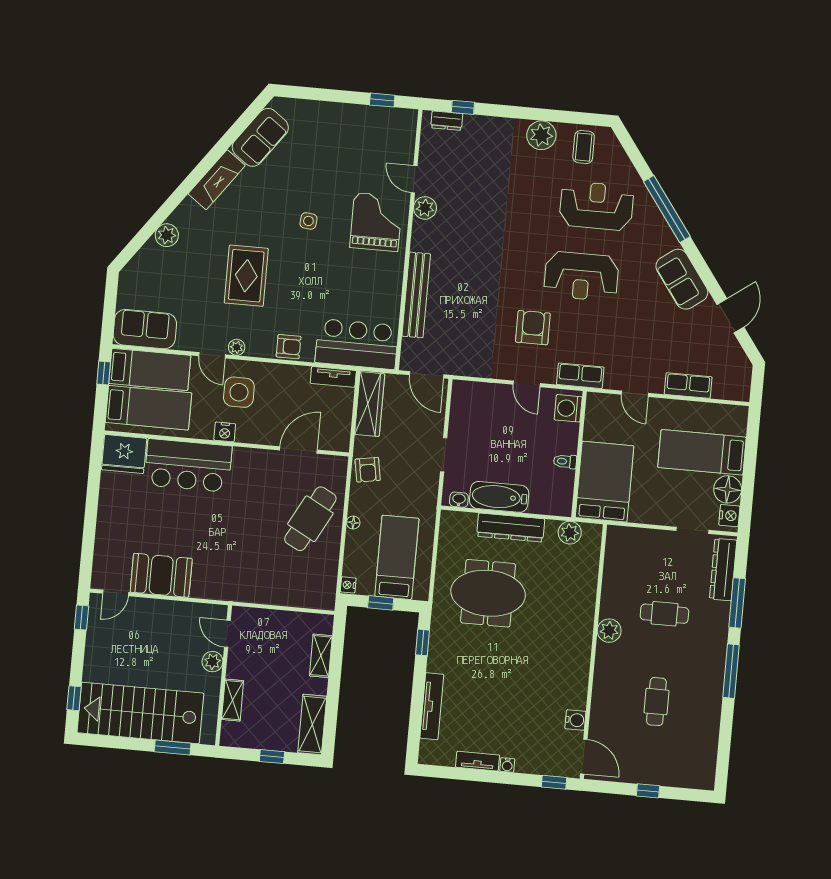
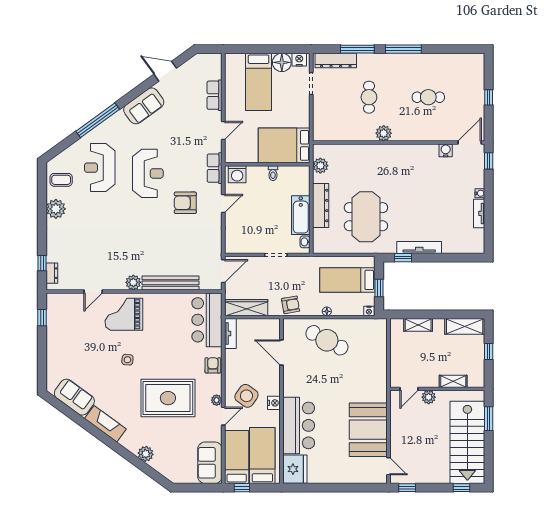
plant: (425, 208) -> (133, 282), moved
rug: (246, 276) -> (168, 398), width x1.37, depth x1.44
side table: (239, 392) -> (246, 396), turned 35
booth: (161, 575) -> (368, 430), width x1.36, depth x1.42
tv unit: (432, 706) -> (419, 247), moved

